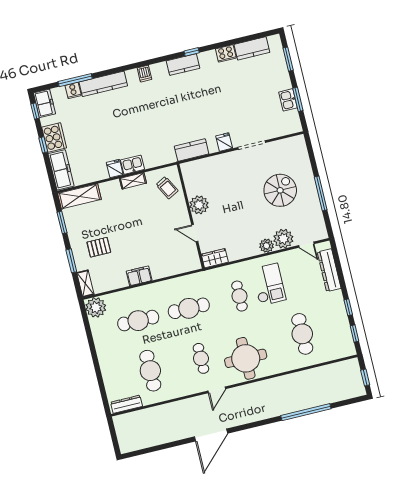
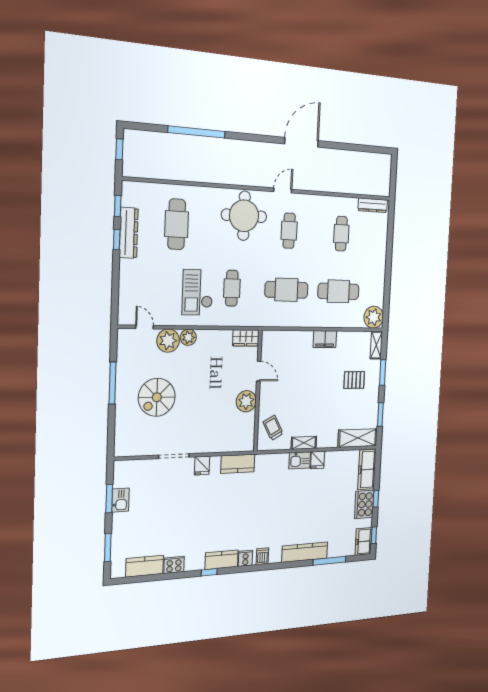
cooker: (73, 90) -> (246, 558), moved
dresser: (329, 270) -> (129, 233), moved
cafe table: (150, 371) -> (341, 234), width x0.73, depth x0.74

